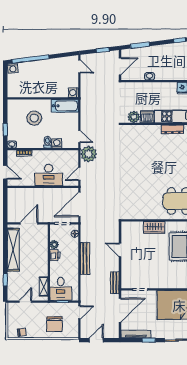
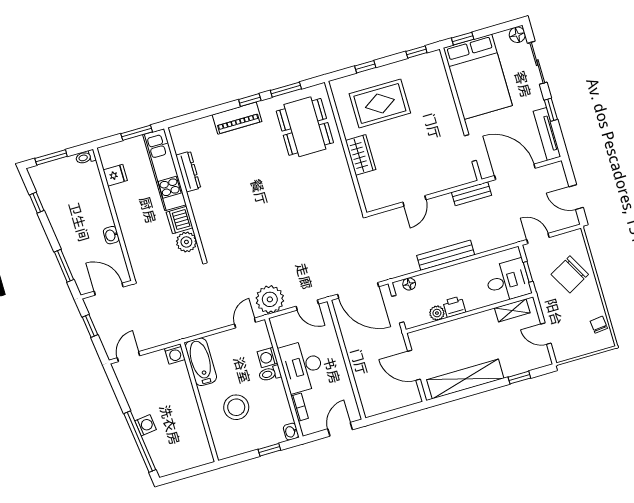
washing machine: (13, 68) -> (146, 425), moved
desk: (49, 175) -> (302, 366), moved, turned 180
chair: (54, 324) -> (570, 274), turned 151

